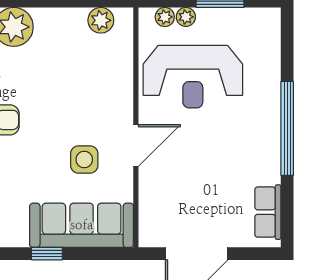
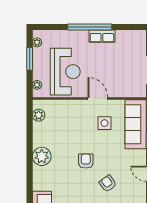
plant: (186, 17) -> (37, 42), moved
row of seats: (268, 212) -> (102, 36), moved

